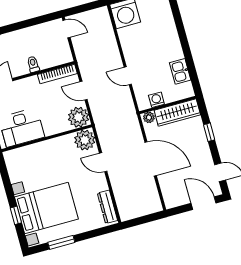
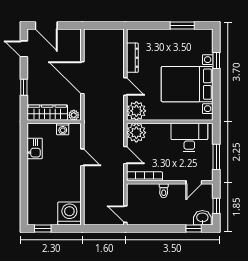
dresser: (107, 207) -> (132, 58), moved
bed with nightstands: (46, 208) -> (187, 84), moved

